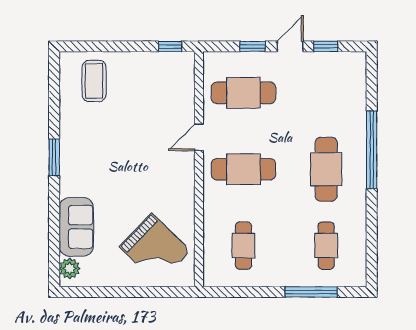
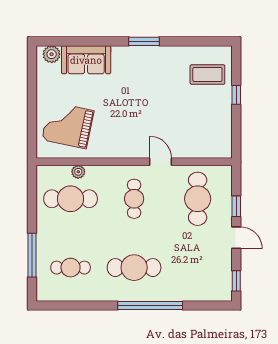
window: (170, 46) -> (236, 95), moved
window: (326, 46) -> (236, 281), moved
cafe table: (243, 169) -> (134, 199), width x0.73, depth x0.74
plant: (211, 236) -> (78, 172), added
cafe table: (243, 246) -> (71, 199), width x1.37, depth x1.35
grand piano: (155, 249) -> (68, 125), turned 58

